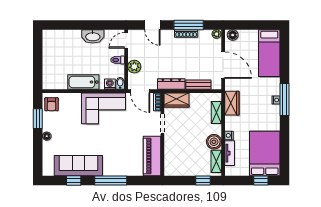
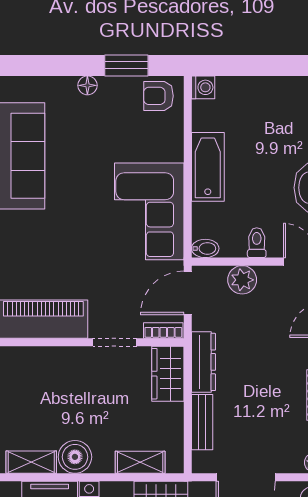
washing machine: (110, 84) -> (203, 87), moved

